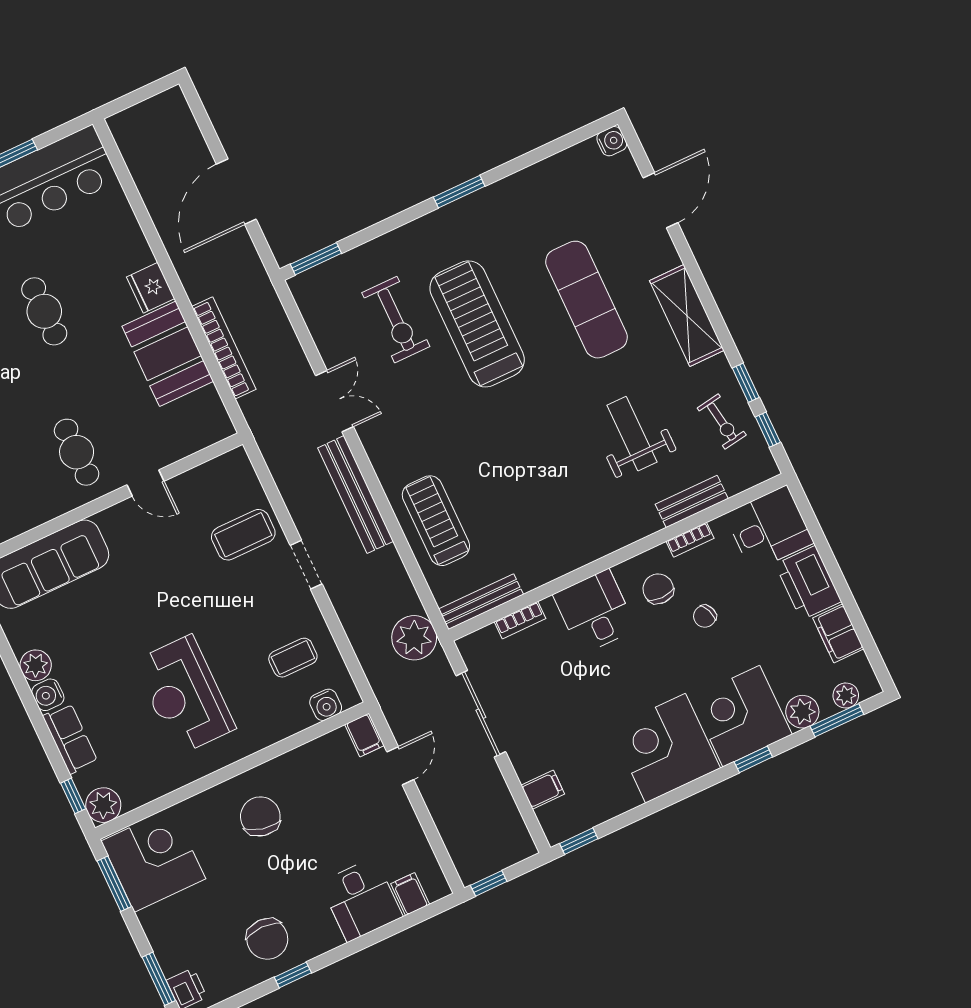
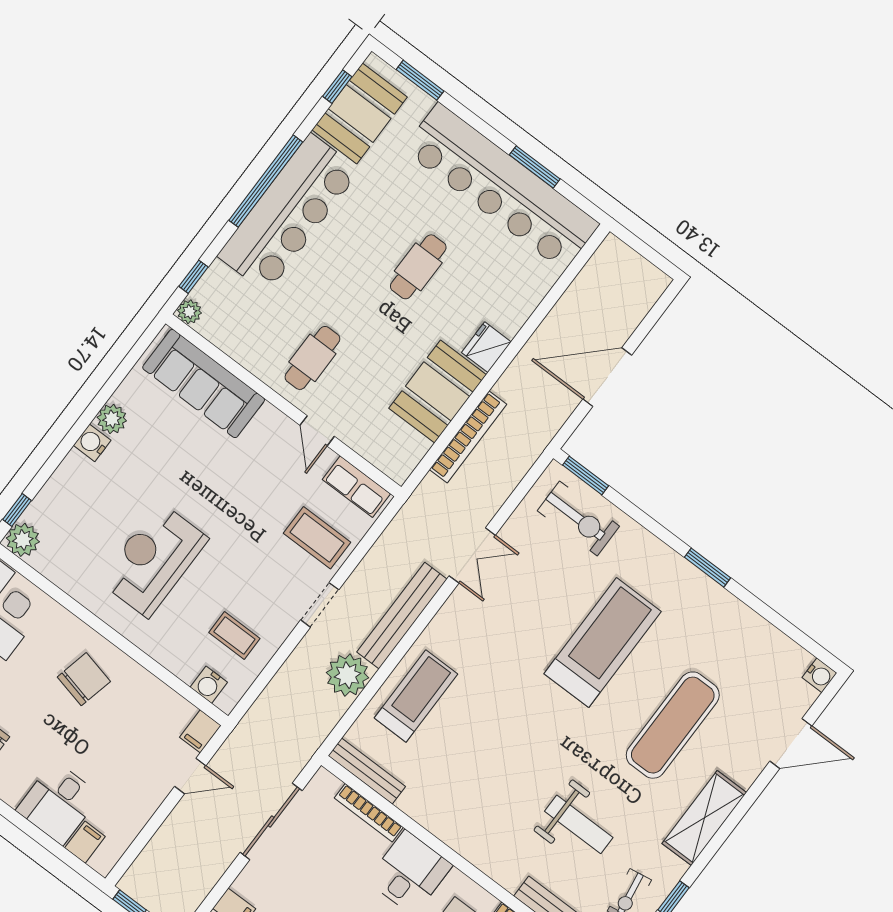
exercise bike: (396, 320) -> (578, 518), moved, turned -90
weight bench: (632, 434) -> (579, 824), turned 90
bookcase: (520, 620) -> (369, 813), width x1.56
plant: (414, 638) -> (348, 675), moved
row of seats: (70, 739) -> (356, 487), moved, turned 90

